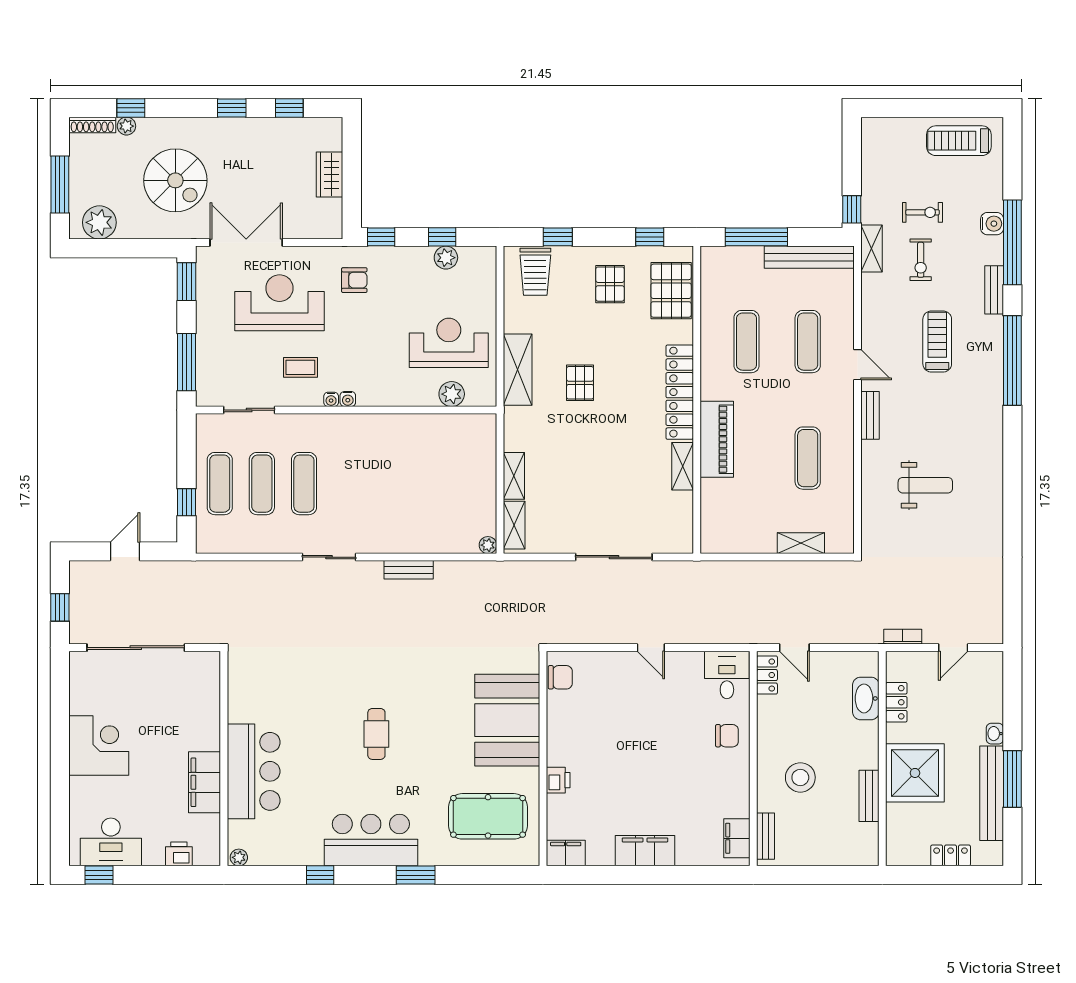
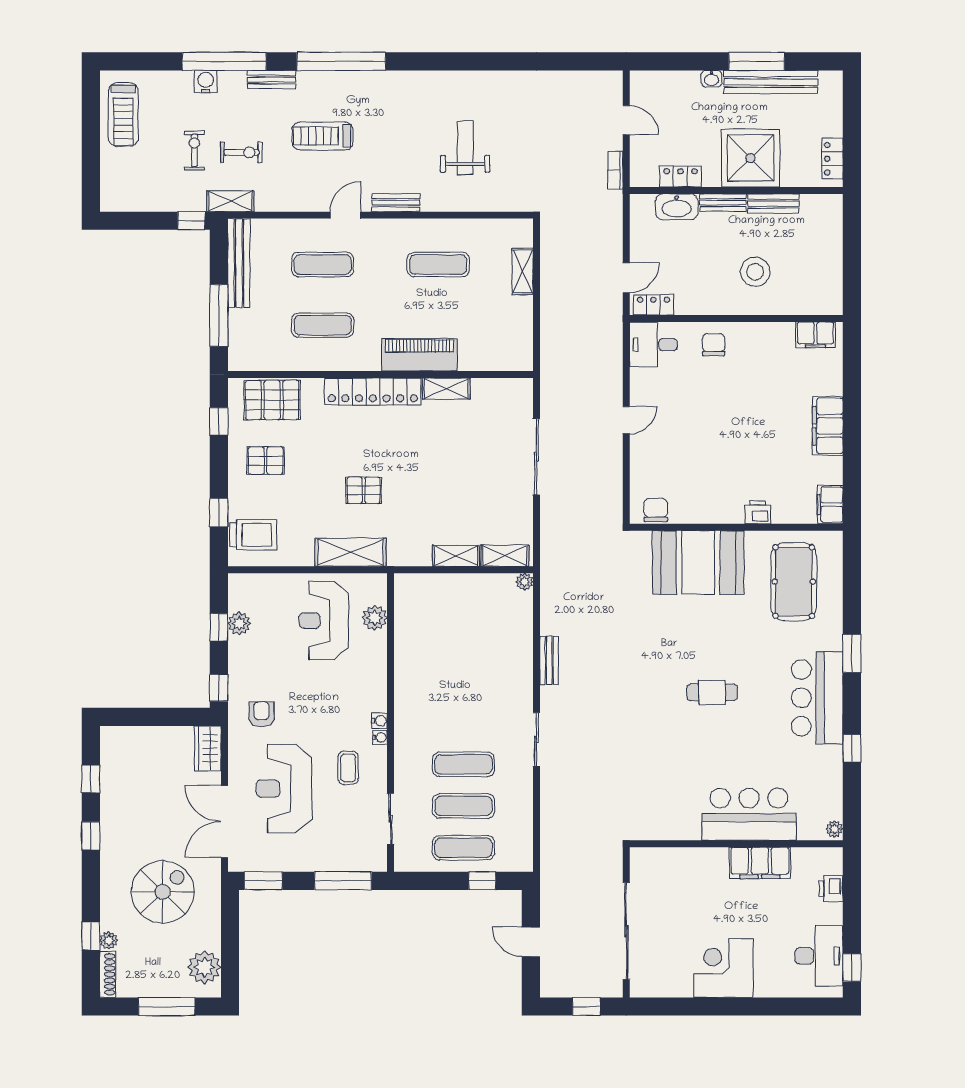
wardrobe: (330, 175) -> (208, 748), moved, turned 90
bench: (766, 836) -> (723, 203), moved
locker: (951, 855) -> (832, 159), moved

